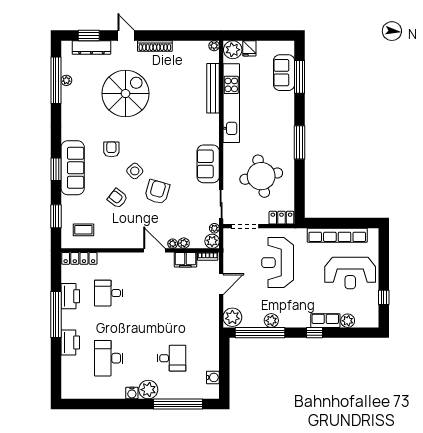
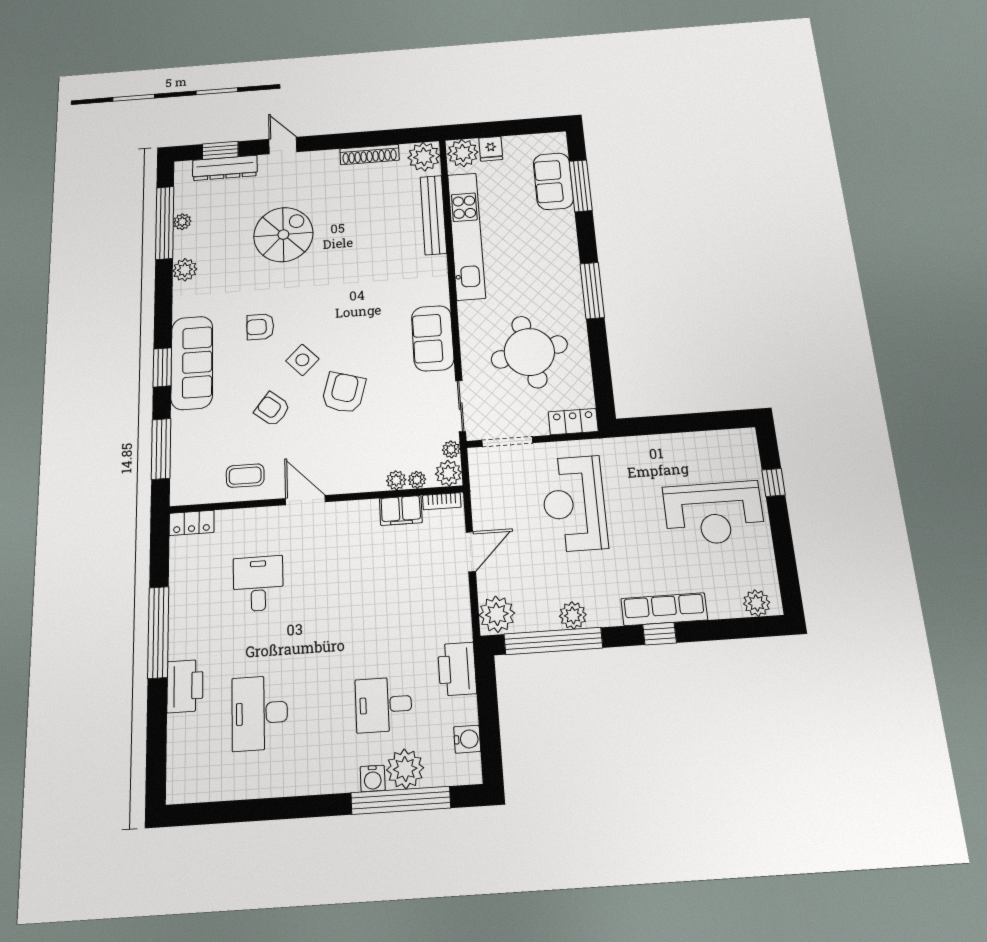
shoe rack: (155, 46) -> (369, 155), moved
plant: (214, 46) -> (424, 157), width x1.88, depth x1.88
spiral stairs: (125, 94) -> (283, 235), width x0.73, depth x0.73
plant: (68, 111) -> (185, 270), added
armchair: (111, 149) -> (260, 327), turned -90
window: (56, 216) -> (161, 449), width x1.44
coffee table: (83, 230) -> (245, 476), moved
row of seats: (337, 235) -> (680, 445), removed
plant: (173, 244) -> (417, 480), moved
door: (154, 250) -> (305, 500), moved
locker: (79, 258) -> (192, 523), width x0.66
desk: (109, 293) -> (258, 584), turned 90
printer: (70, 296) -> (457, 669), moved, turned 180
window: (384, 297) -> (773, 482), moved
row of seats: (325, 321) -> (664, 609), width x1.48
plant: (348, 321) -> (757, 603), moved
desk: (172, 358) -> (384, 705), turned 180
plant: (148, 390) -> (405, 769), moved
water cooler: (132, 393) -> (373, 778), moved

